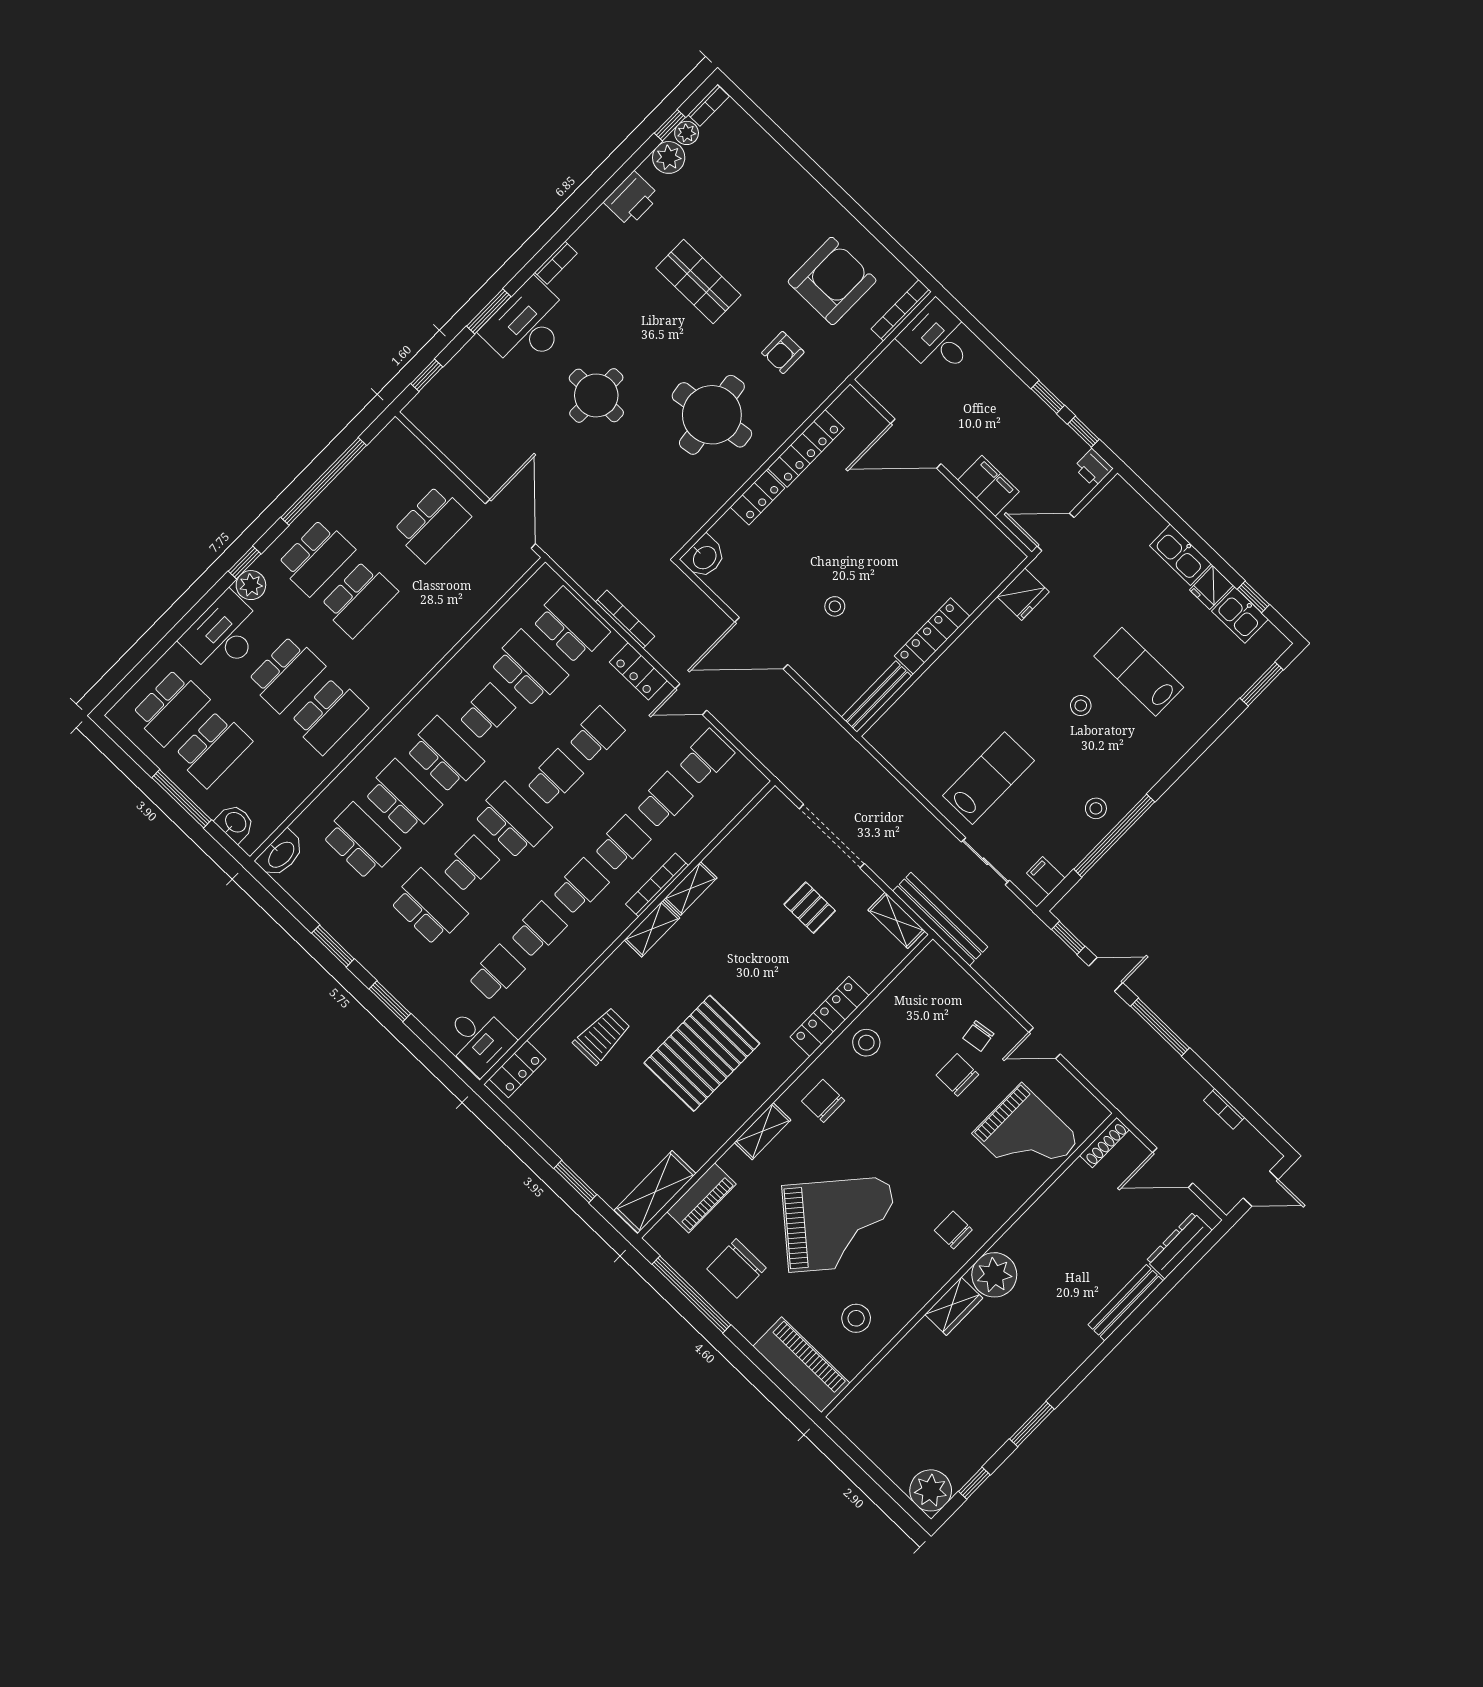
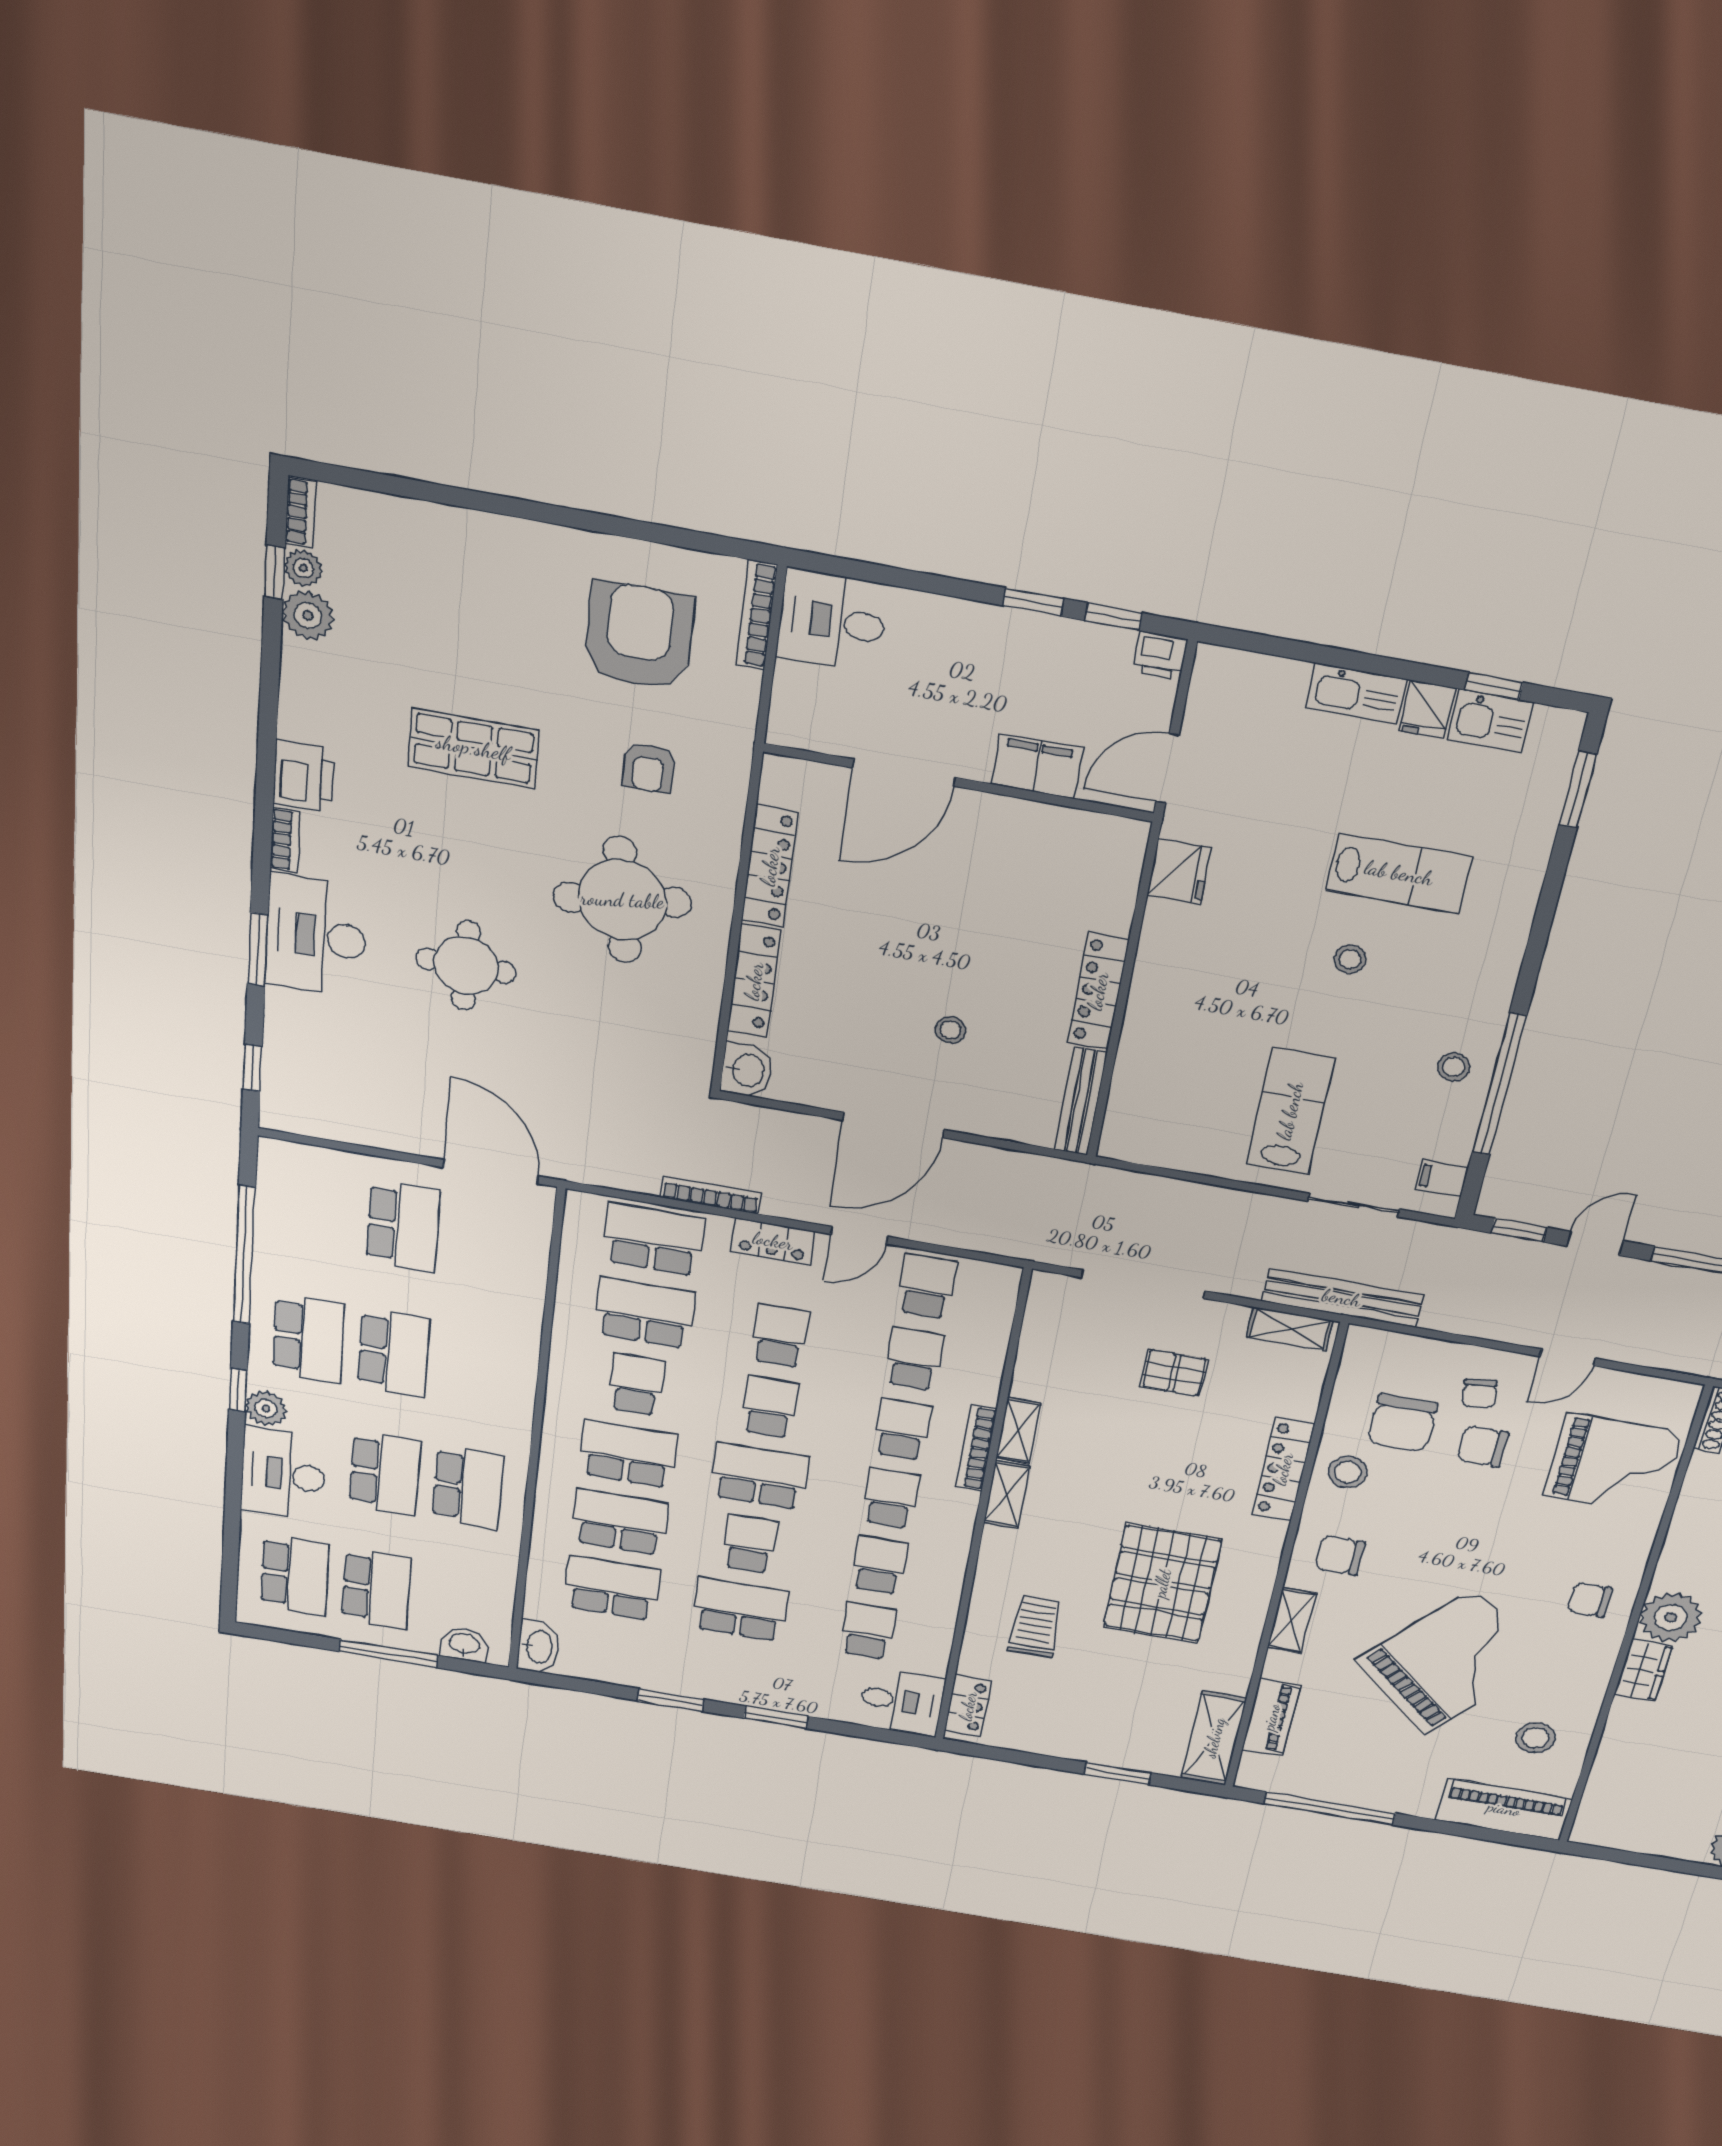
printer: (632, 199) -> (304, 776), moved
locker: (757, 498) -> (754, 981), width x1.53
lab bench: (1139, 672) -> (1399, 873), turned 180
chair: (736, 1268) -> (1402, 1423), moved

